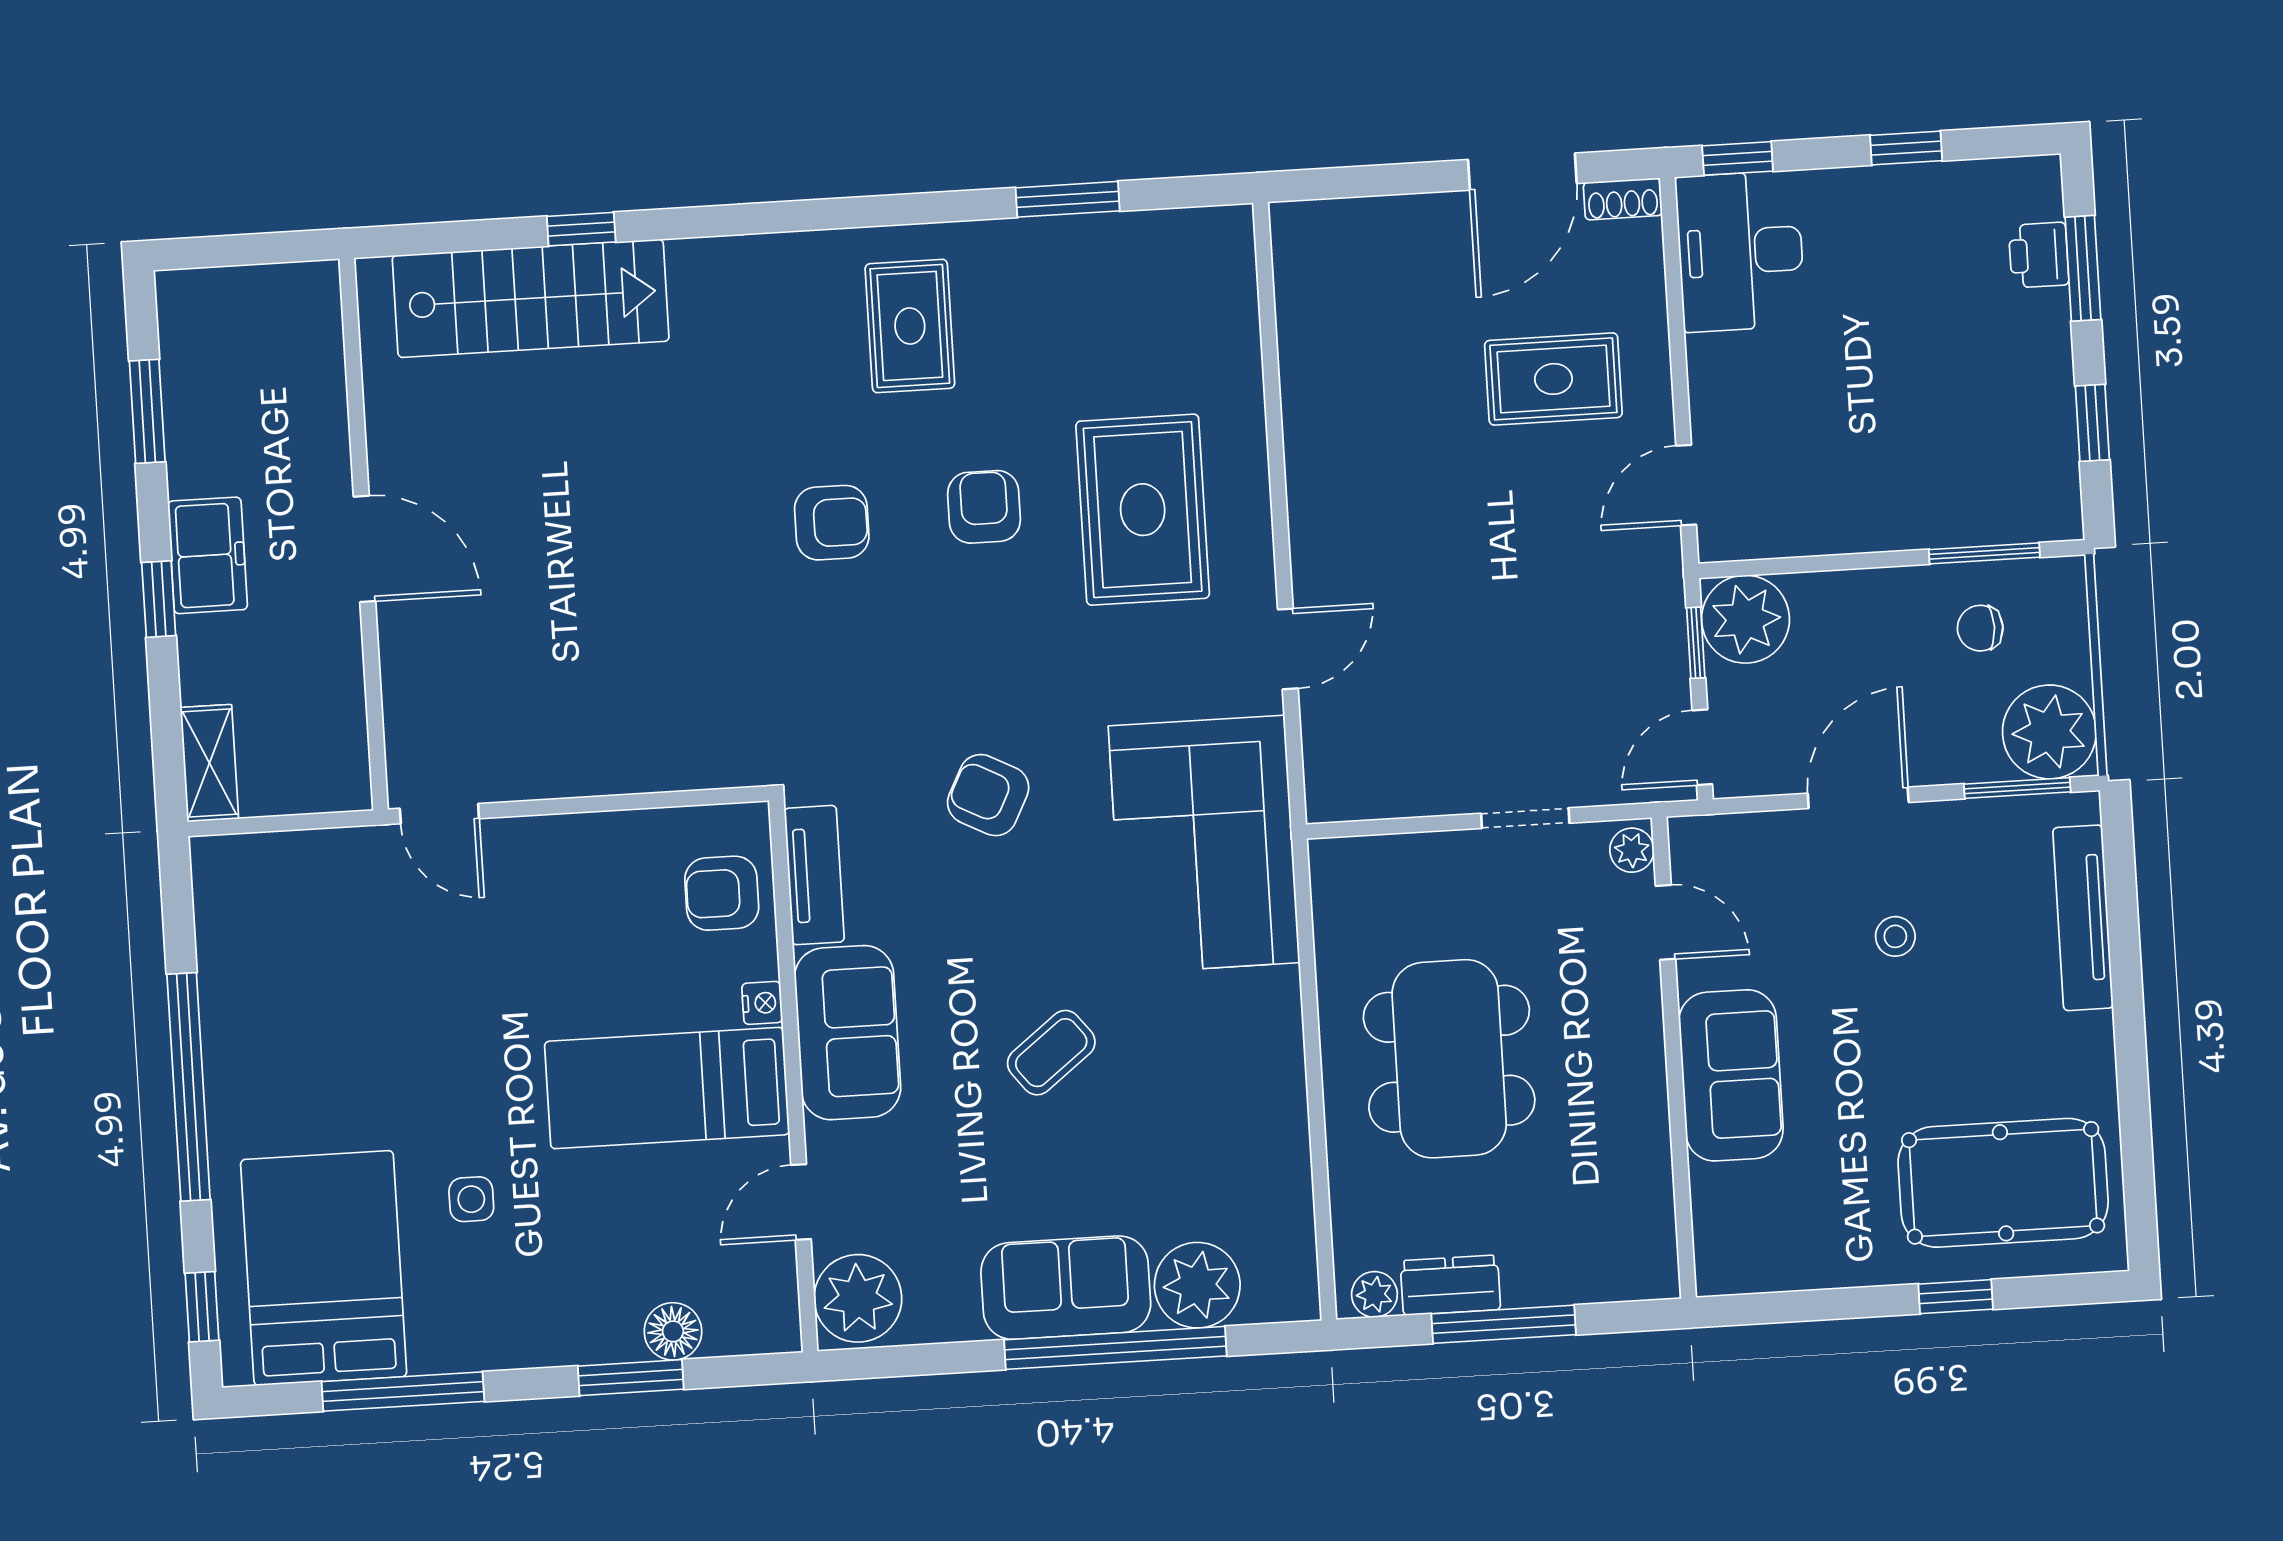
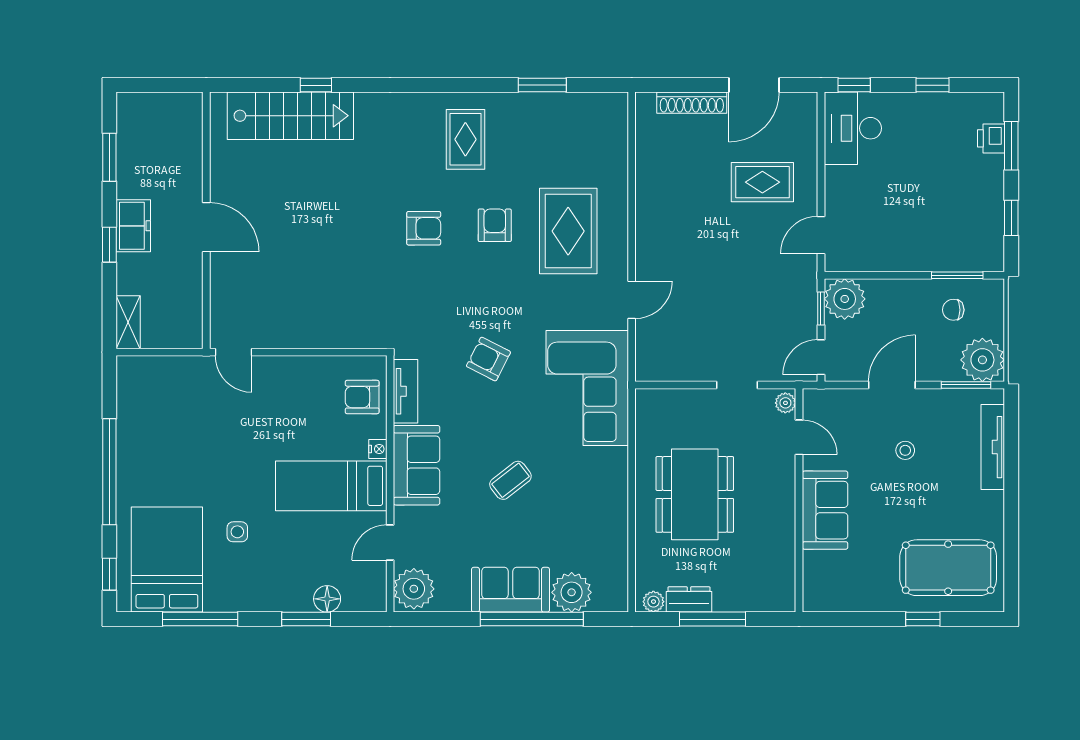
shoe rack: (1623, 199) -> (692, 103), moved, width x1.94, depth x1.24

